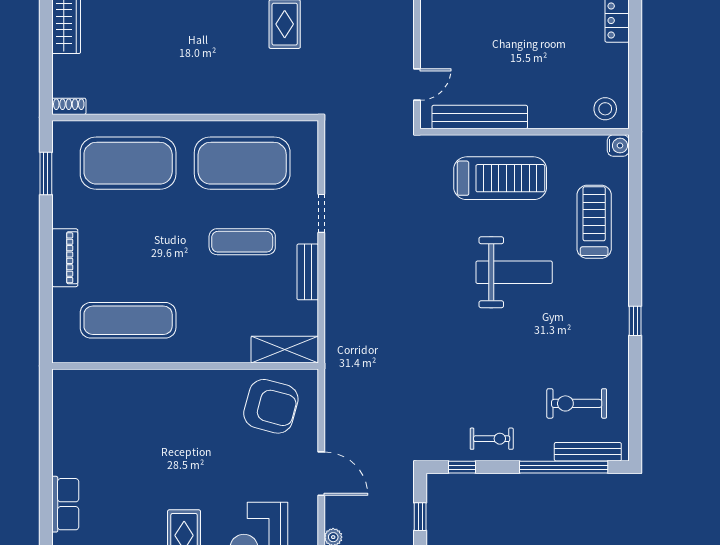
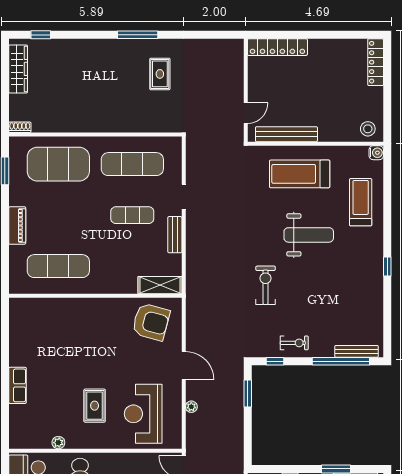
exercise mat: (242, 163) -> (132, 164), width x0.68
treadmill: (500, 178) -> (300, 174), turned 180
exercise bike: (577, 403) -> (266, 285), moved, turned 90
window: (420, 517) -> (248, 393), width x1.50

